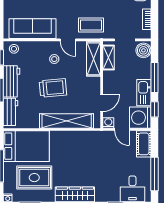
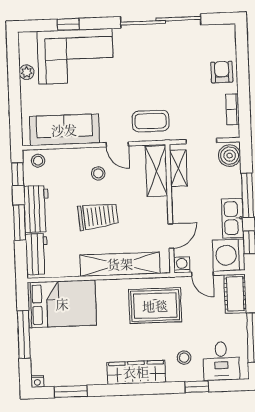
rug: (34, 178) -> (155, 306), moved
stool: (107, 186) -> (184, 358), added

